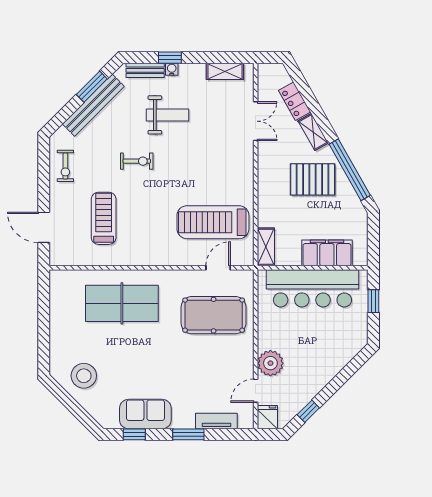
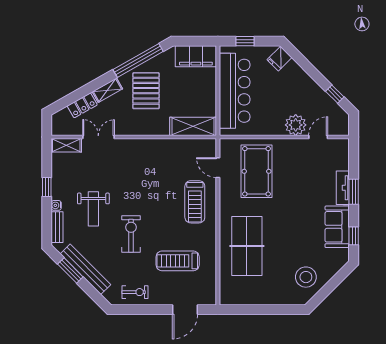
window: (170, 58) -> (47, 187), moved
shelving: (225, 71) -> (66, 145), moved, turned 90
weight bench: (168, 115) -> (93, 209), turned 180
exercise bike: (137, 161) -> (131, 234), width x1.38, depth x1.39
treadmill: (213, 222) -> (195, 202), moved, width x0.73, depth x0.73
shelving: (266, 247) -> (193, 126), width x1.50, depth x1.33
filing cabinet: (327, 253) -> (196, 56), moved, turned -90
door: (256, 391) -> (318, 137), swing flipped
fridge: (267, 417) -> (279, 59), moved, turned -45
tv unit: (216, 421) -> (343, 188), moved

